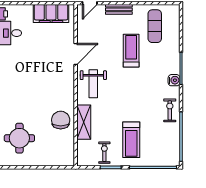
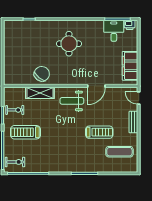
door: (76, 54) -> (96, 86), hinge flipped
water cooler: (174, 80) -> (75, 168), removed
exercise bike: (170, 110) -> (15, 162), moved
chair: (61, 120) -> (42, 74), turned -52
round table: (19, 138) -> (69, 44), moved

